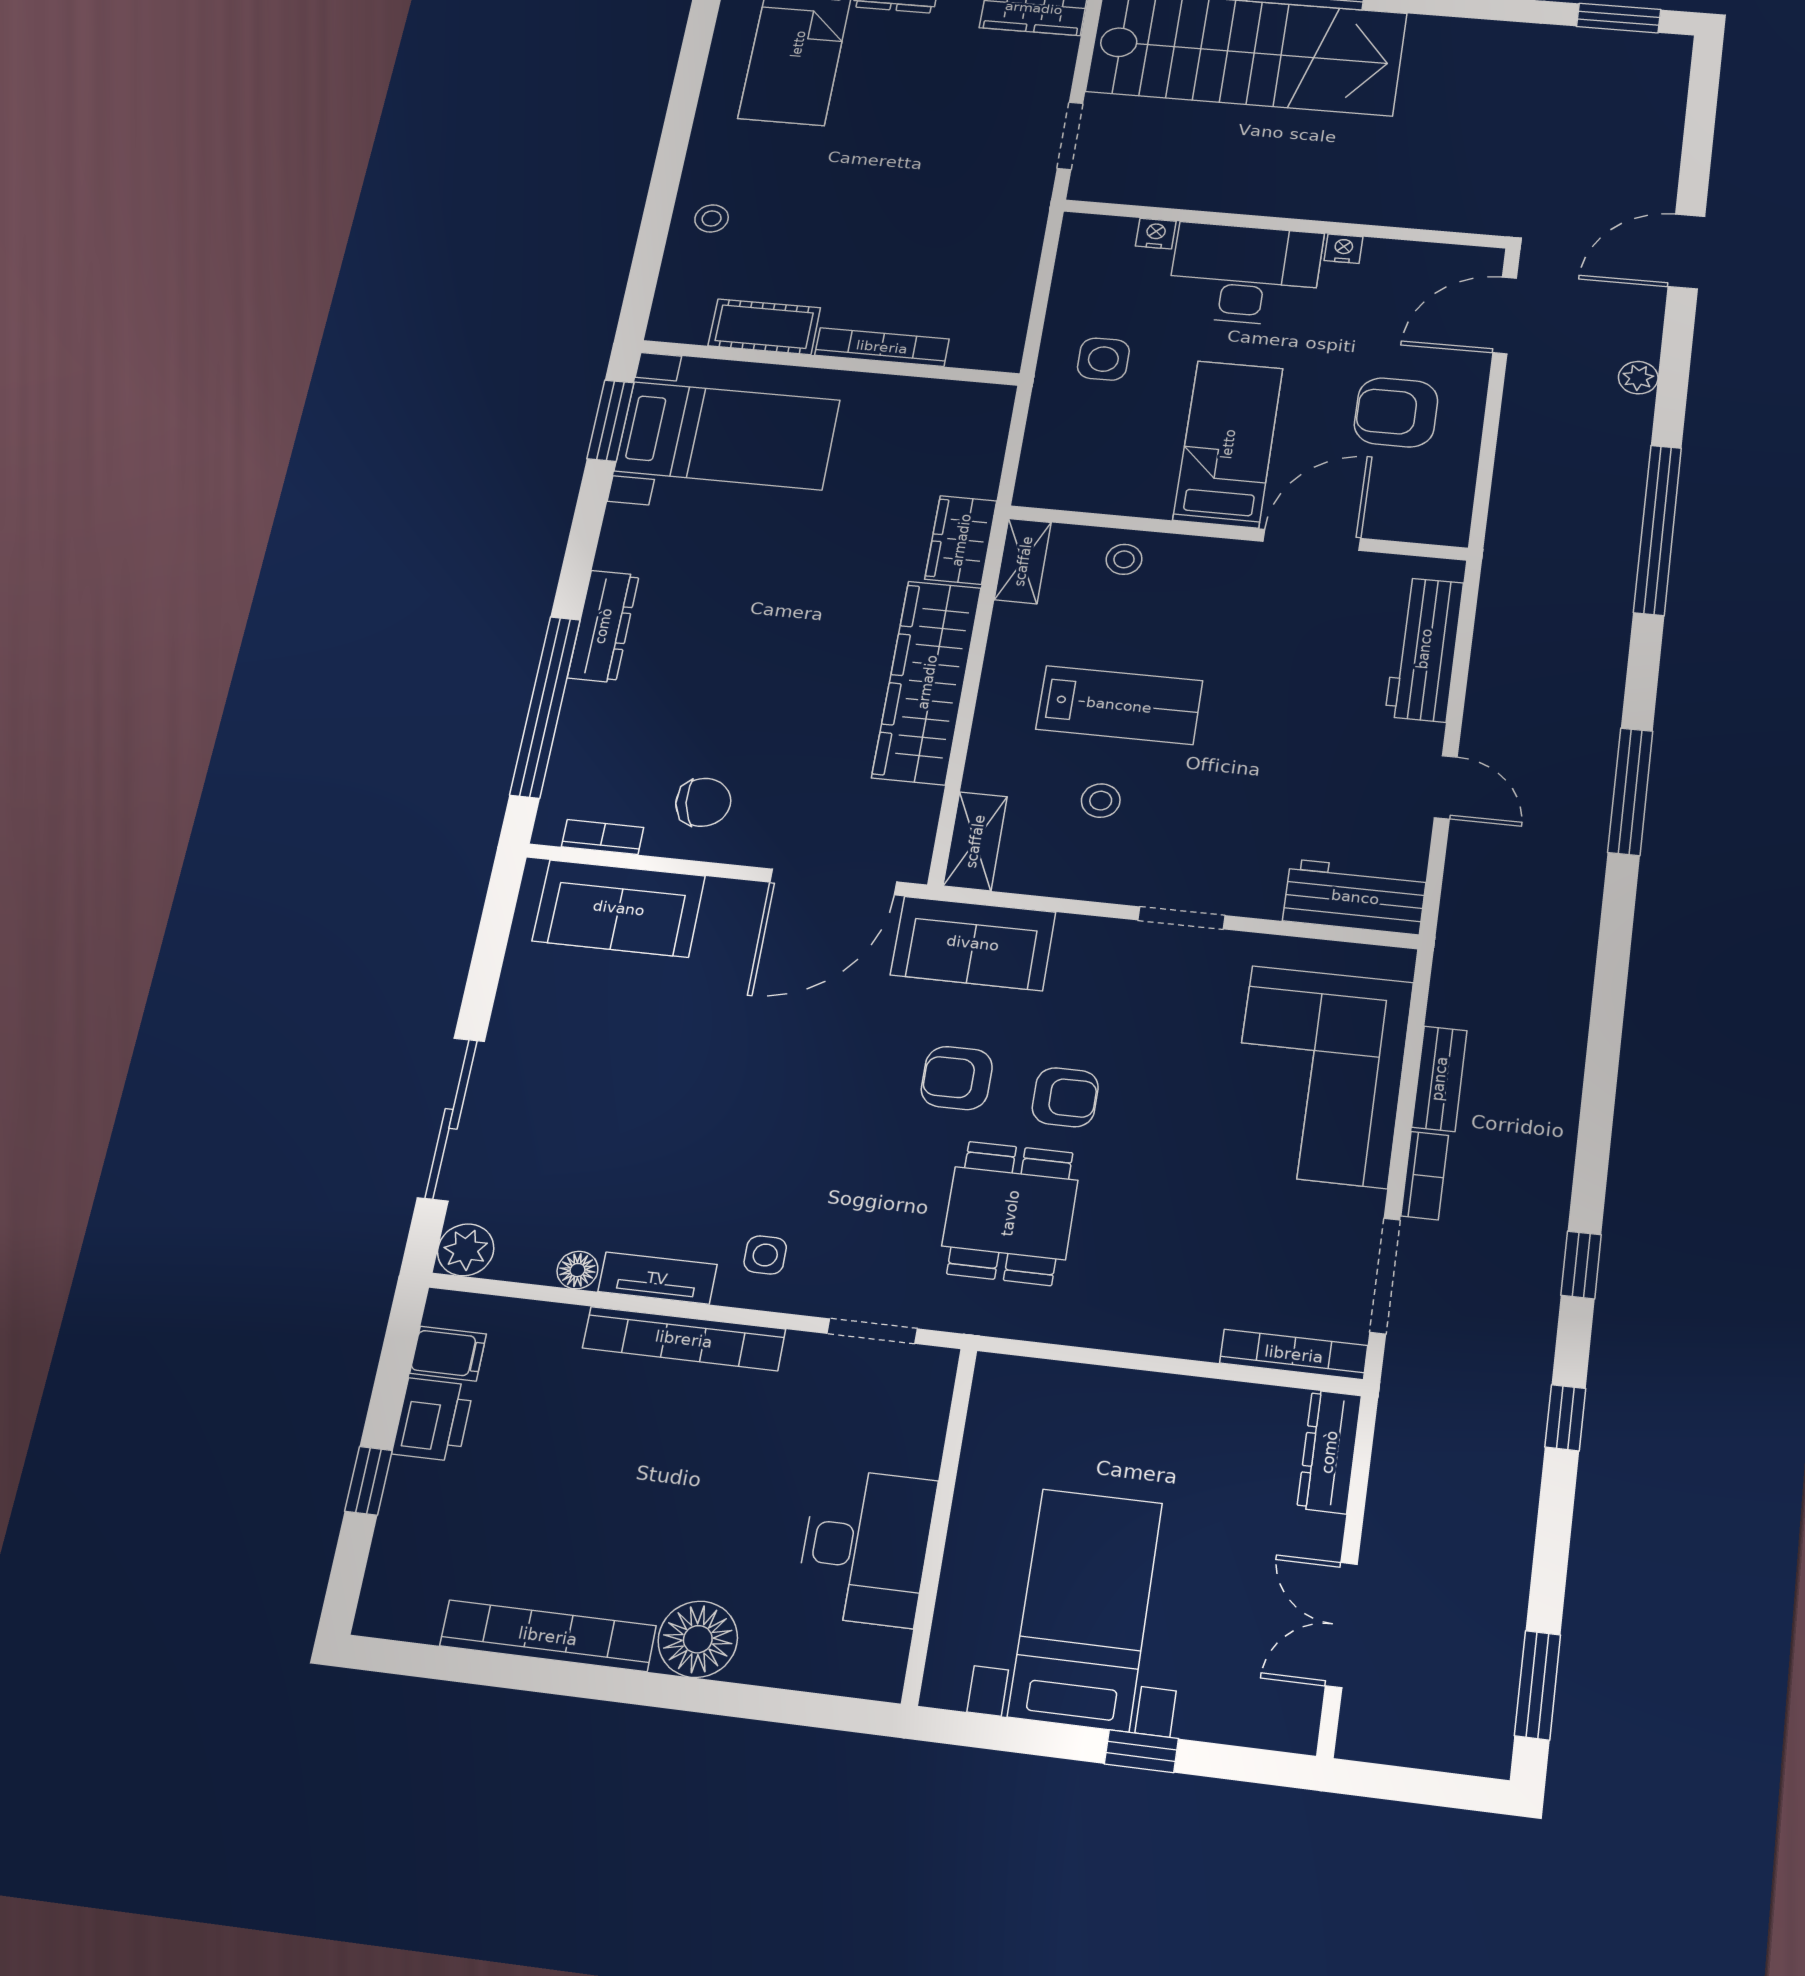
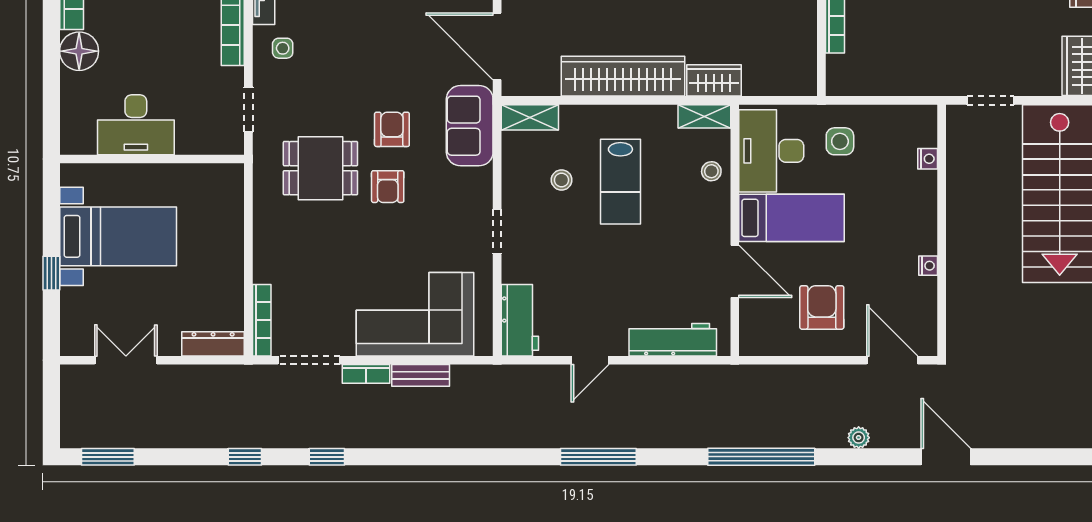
desk: (1245, 274) -> (771, 151), moved, turned 180

